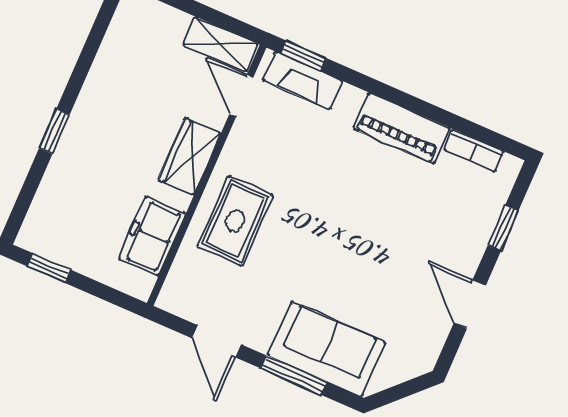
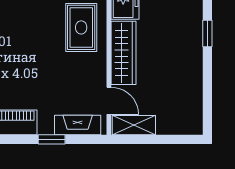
window: (303, 56) -> (52, 139), moved
wardrobe: (190, 157) -> (123, 53), width x1.50

